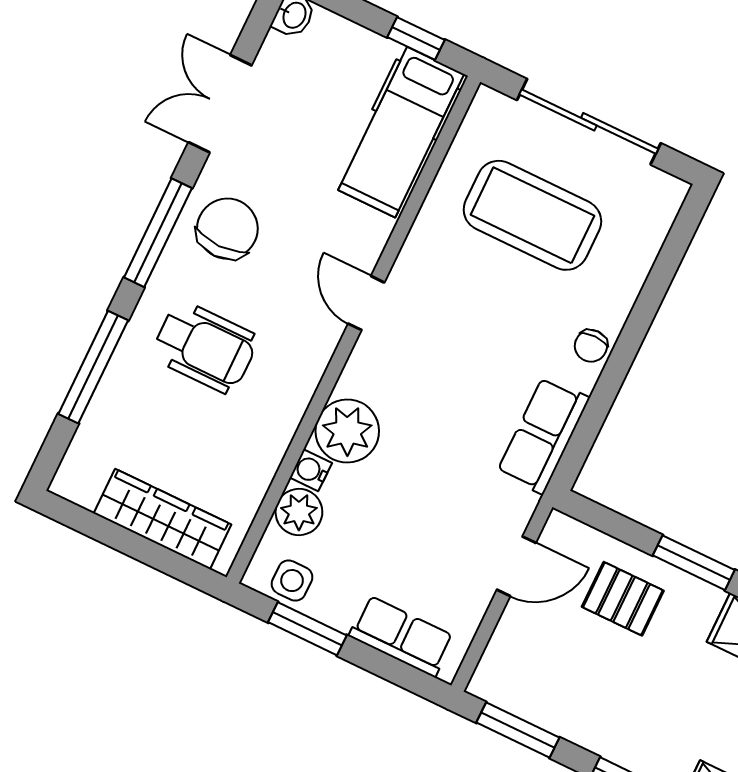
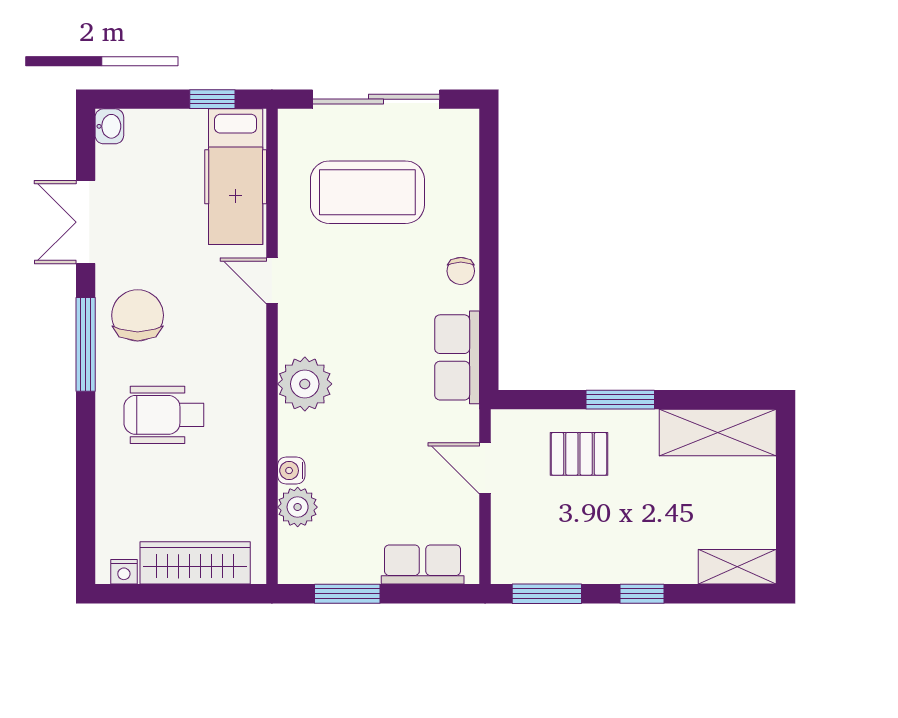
door: (366, 303) -> (272, 281), moved
wheelchair: (205, 347) -> (164, 415), turned 180
window: (93, 367) -> (86, 472), removed
plant: (347, 431) -> (305, 384), moved
nightstand: (83, 492) -> (124, 572), added
door: (516, 566) -> (485, 468), swing flipped
side table: (292, 581) -> (318, 562), removed

